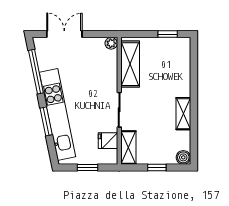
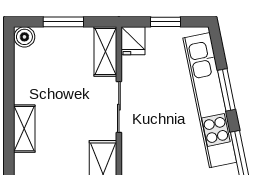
shelving: (183, 114) -> (24, 129), moved
fridge: (108, 141) -> (133, 41), moved, turned 90
window: (157, 168) -> (63, 22), width x1.50

